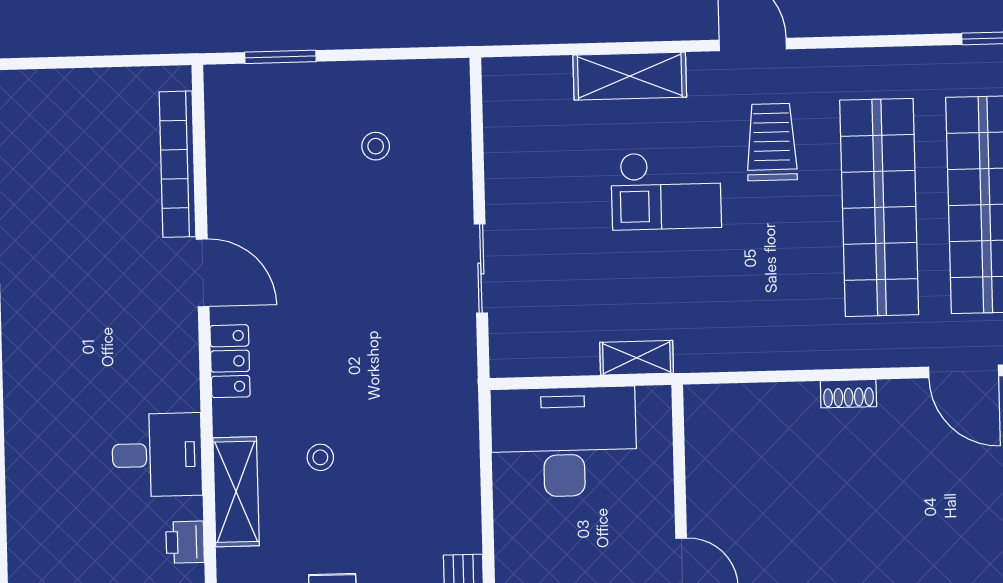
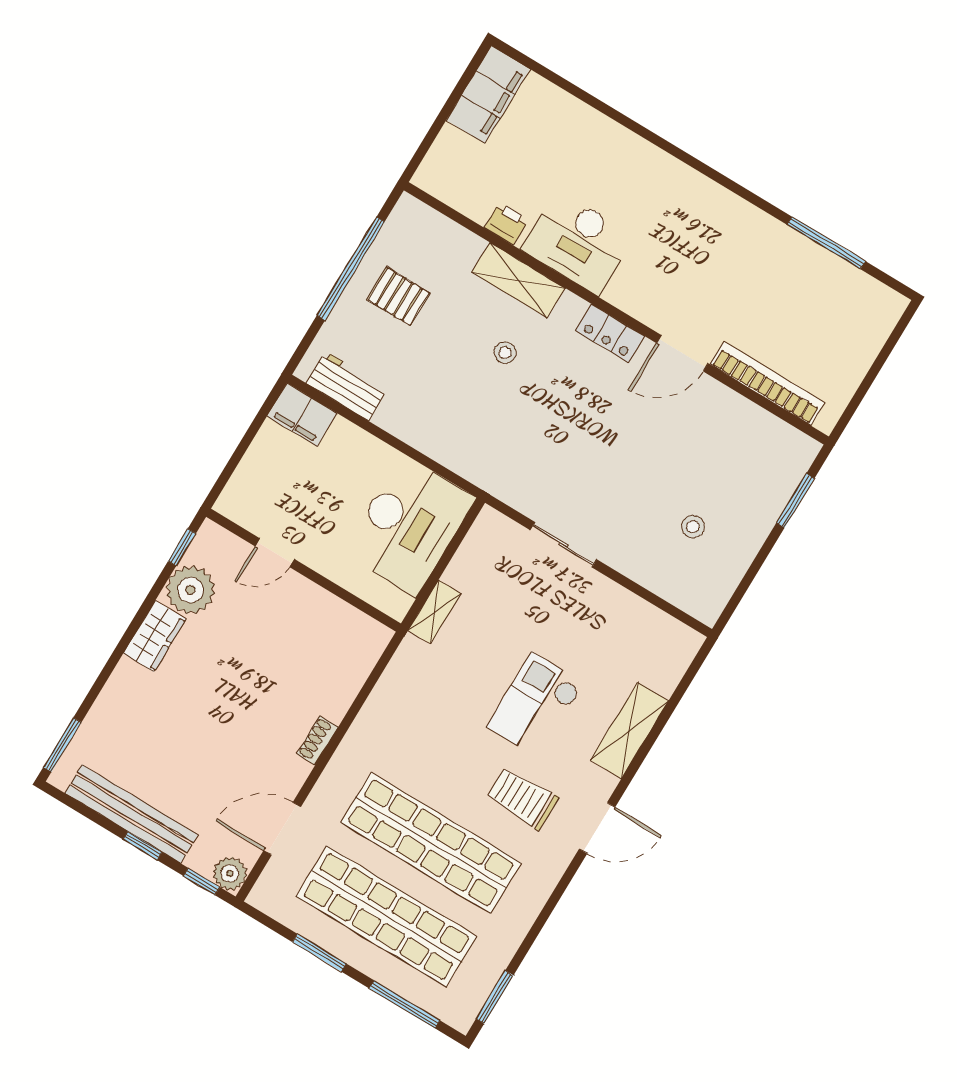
trolley: (772, 142) -> (522, 798), turned 180
desk: (157, 455) -> (578, 243), width x1.37

